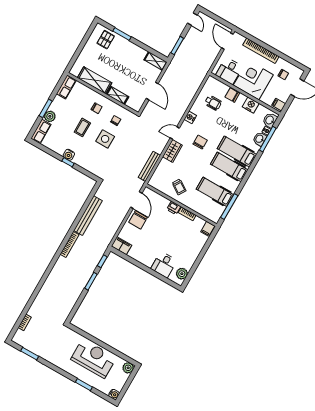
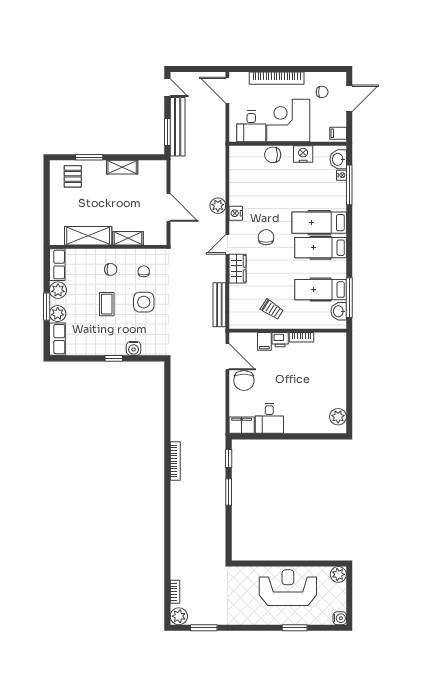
shelving: (156, 61) -> (122, 167), moved
plant: (58, 103) -> (58, 290), added
wheelchair: (213, 103) -> (254, 178), removed
plant: (182, 107) -> (218, 206), added
washbasin: (260, 139) -> (339, 311), moved
water cooler: (69, 155) -> (134, 348), moved
bench: (88, 216) -> (178, 127), moved
filing cabinet: (208, 229) -> (264, 341), moved
desk: (164, 265) -> (269, 418), moved
plant: (19, 338) -> (179, 616), added

